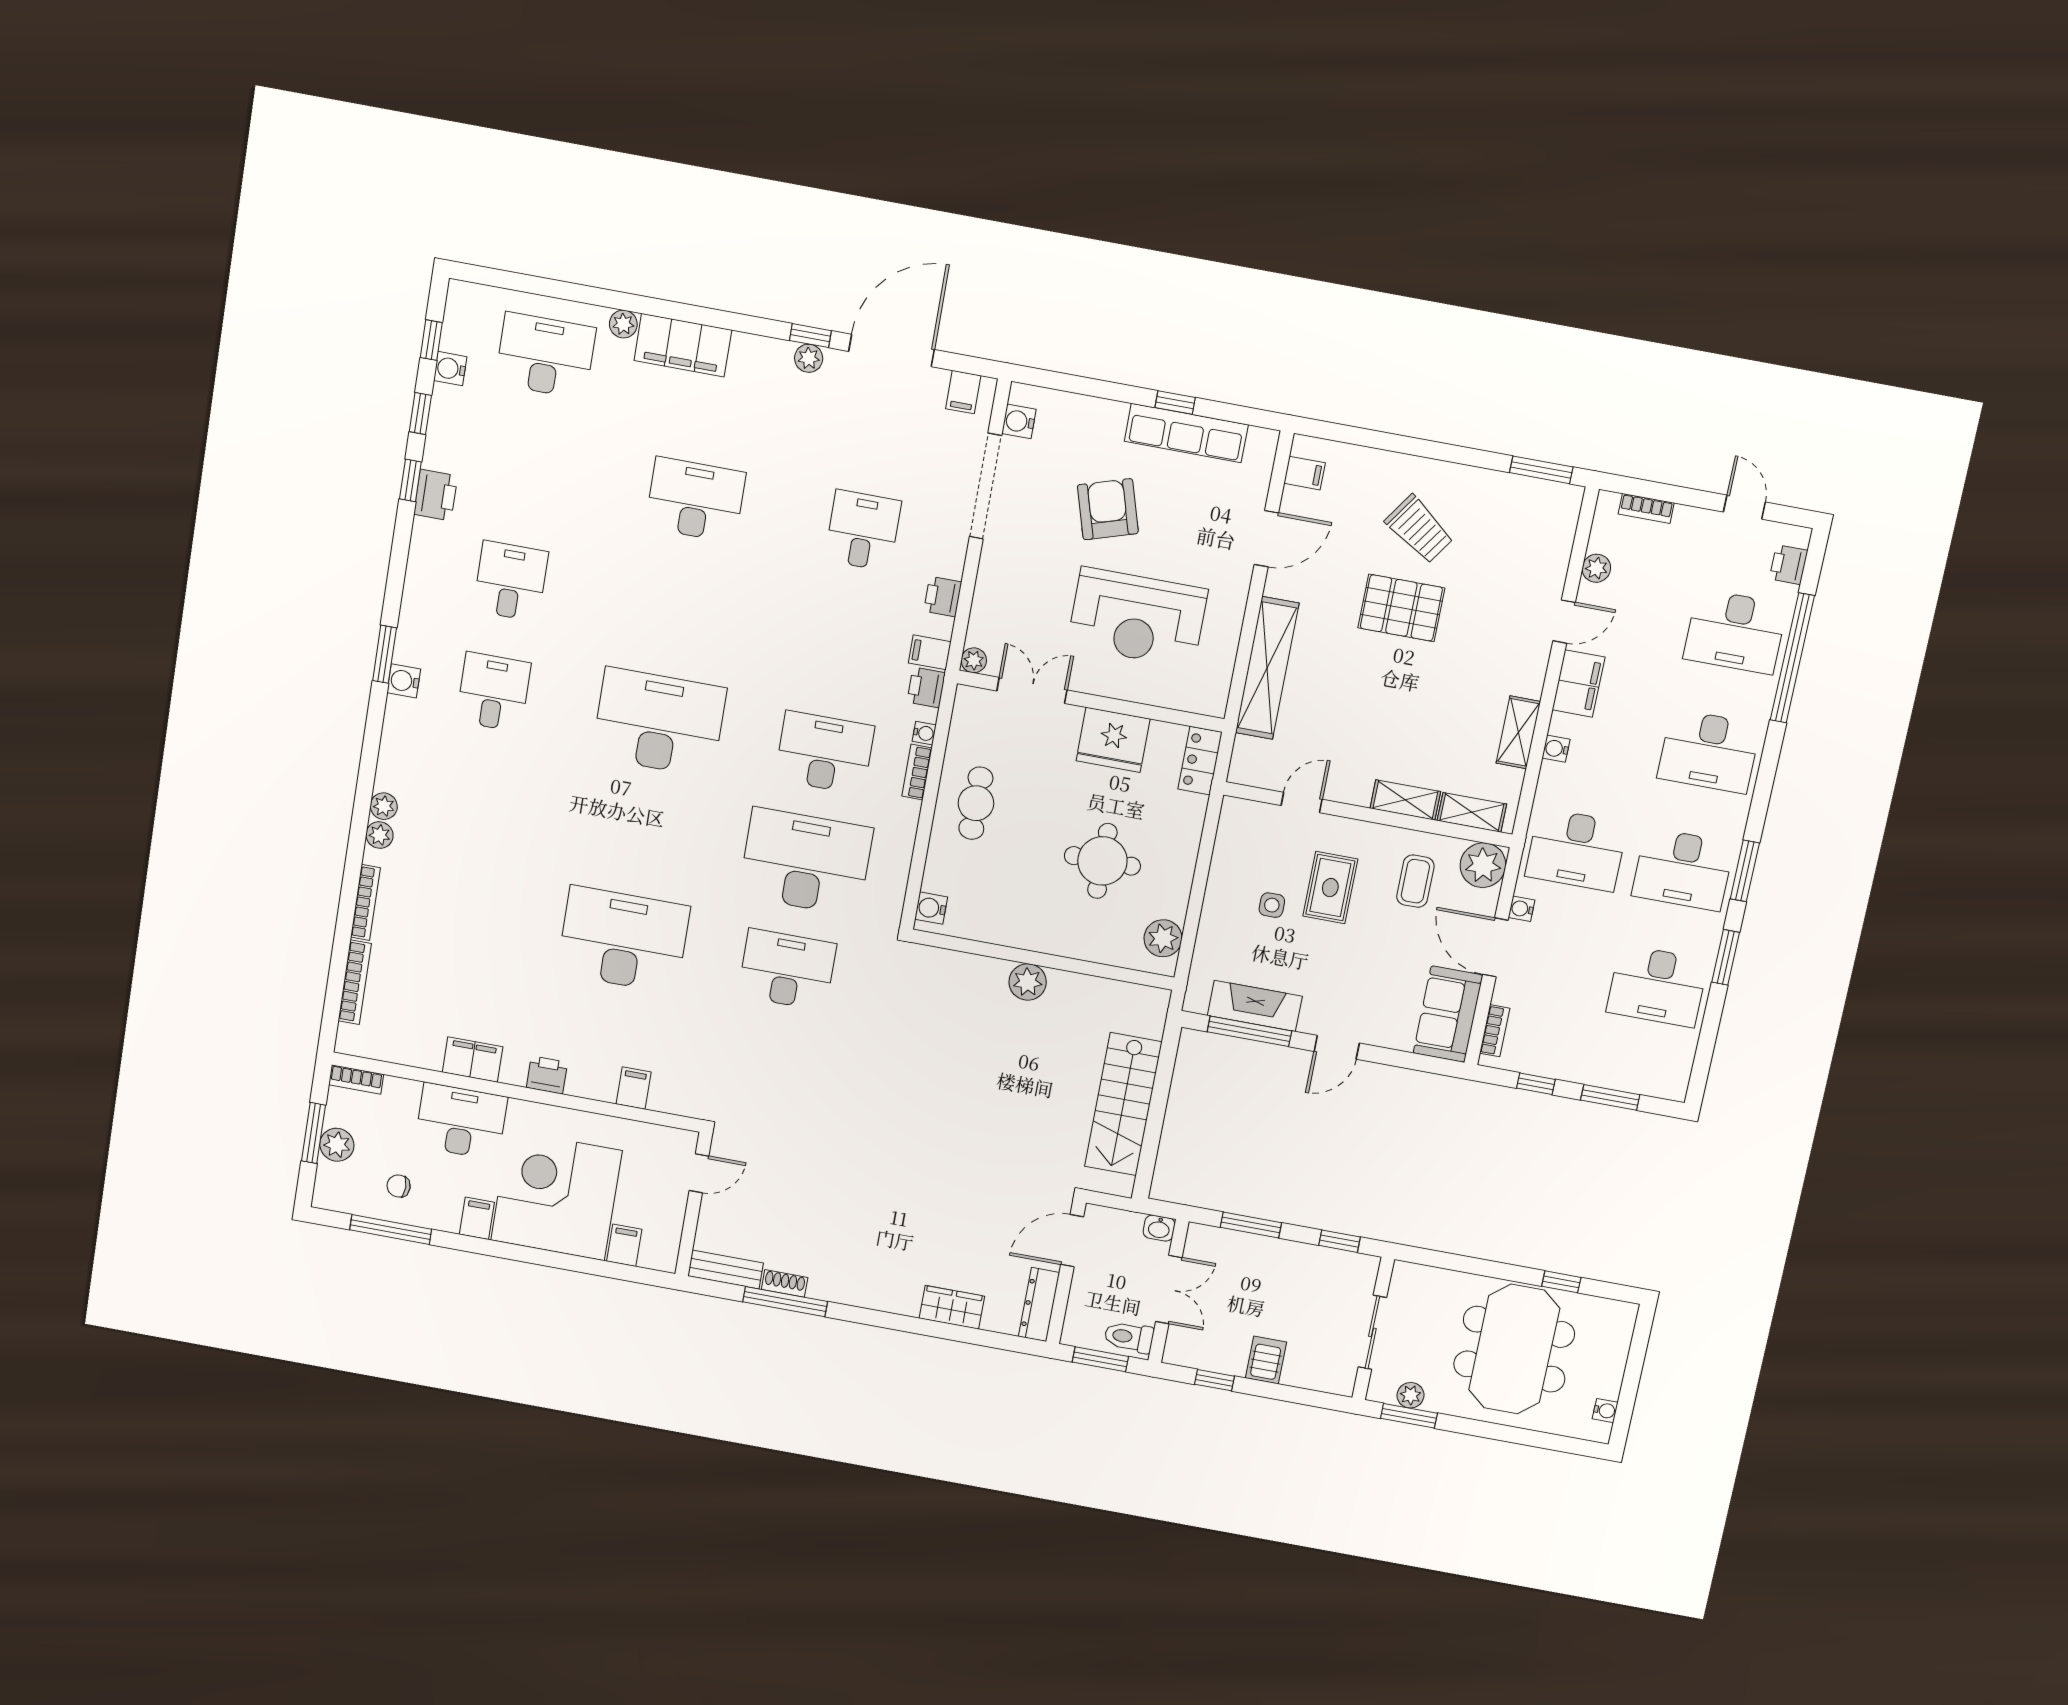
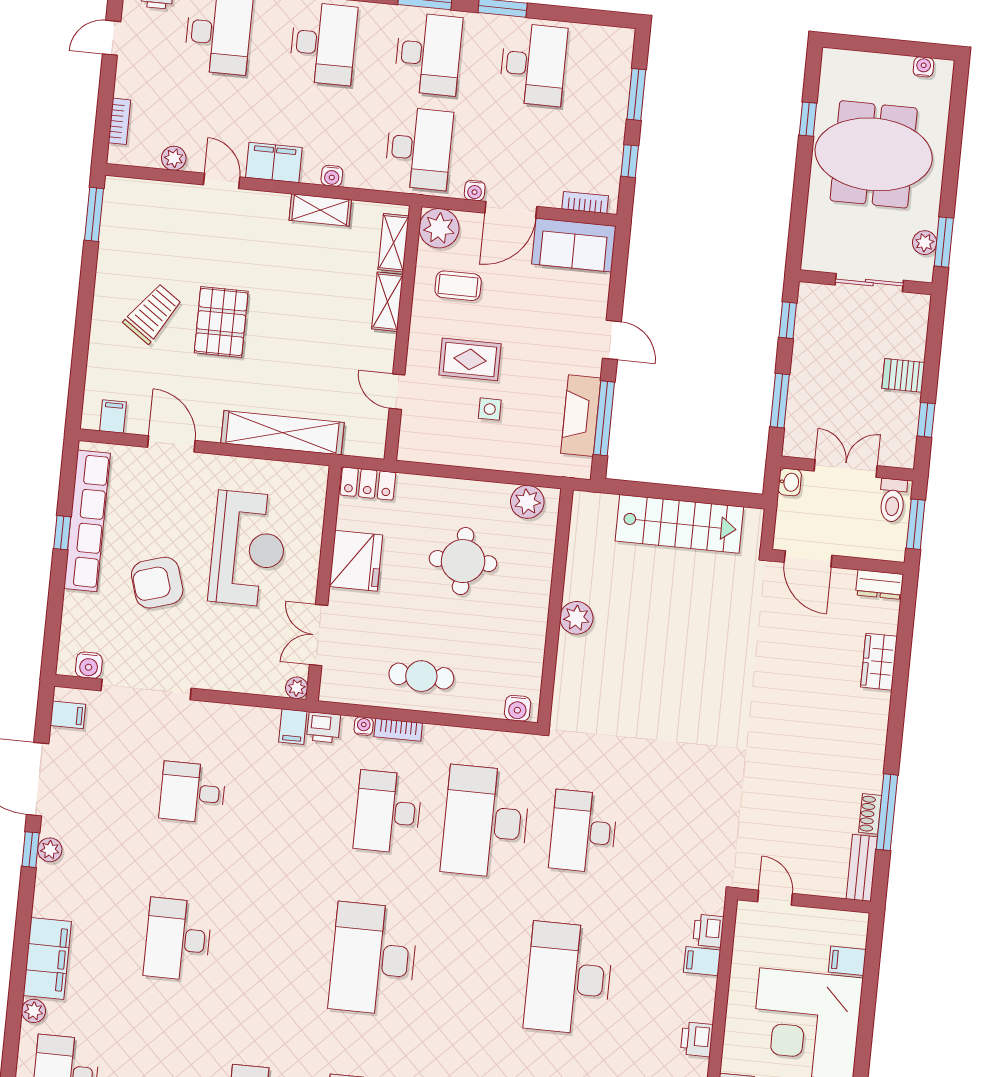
row of seats: (1186, 433) -> (87, 521), width x1.36
printer: (943, 597) -> (708, 931), moved, turned 90
dresser: (1039, 1305) -> (880, 585), width x0.70

